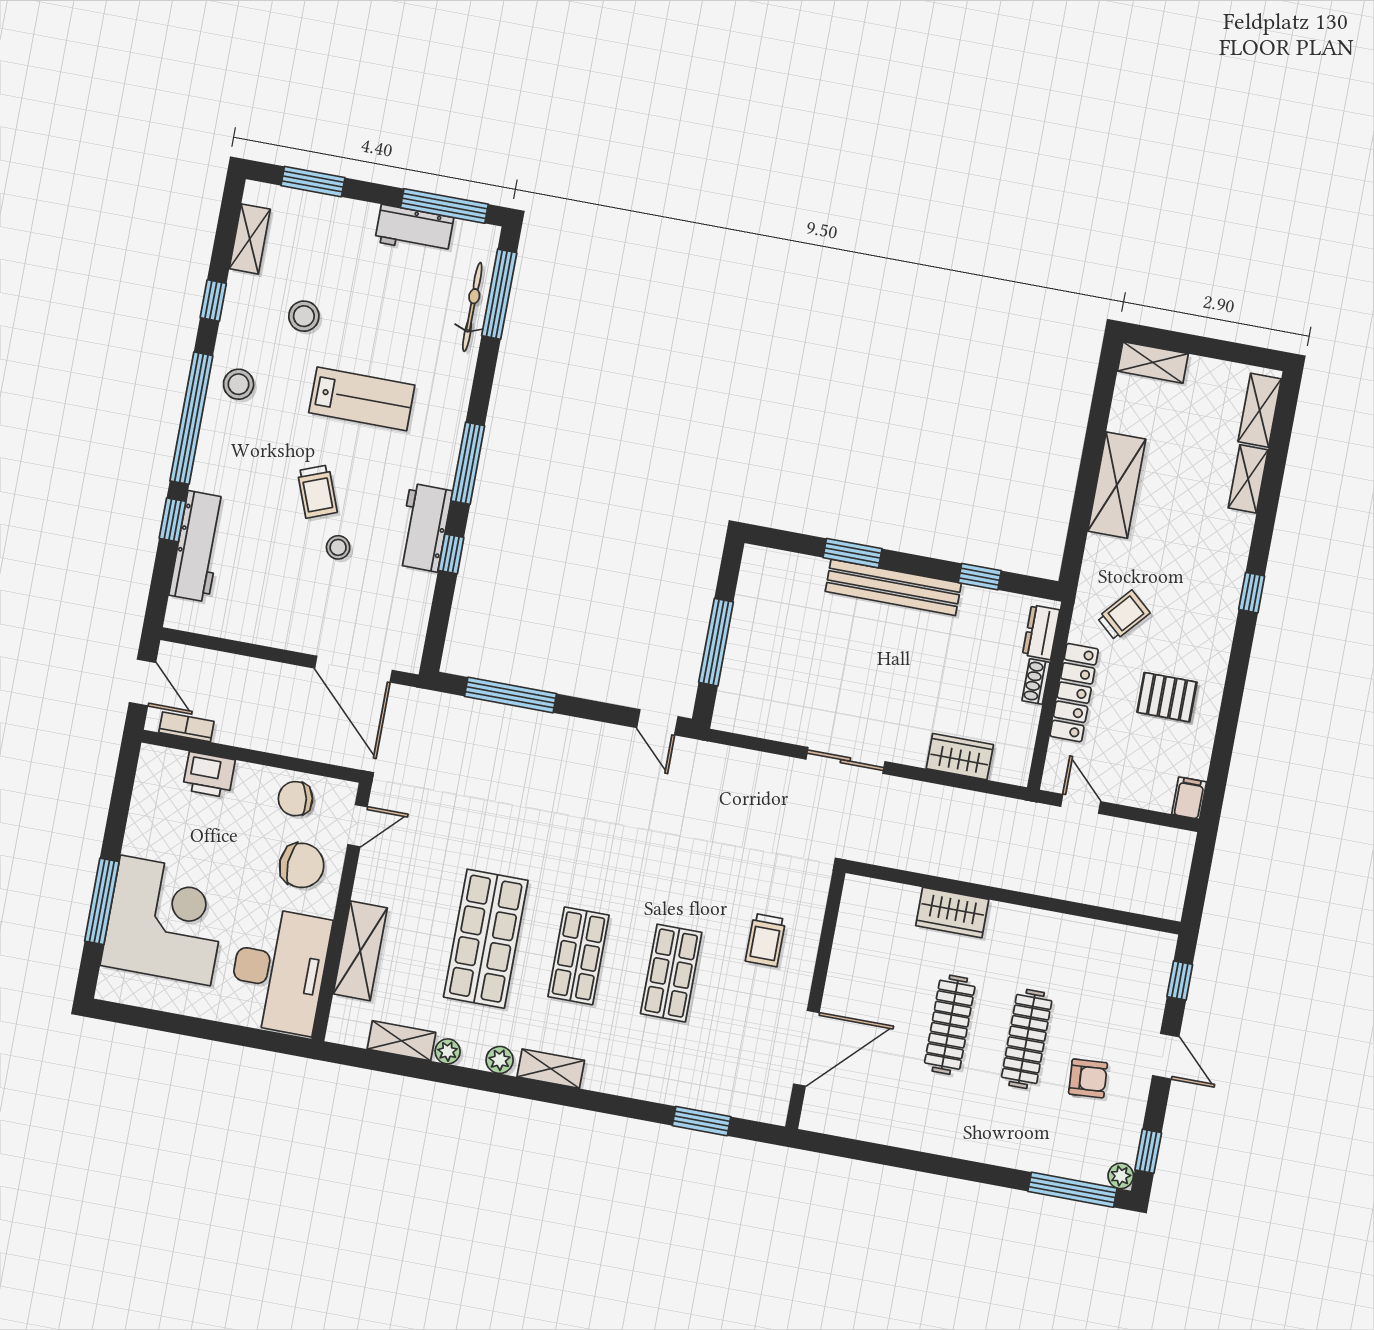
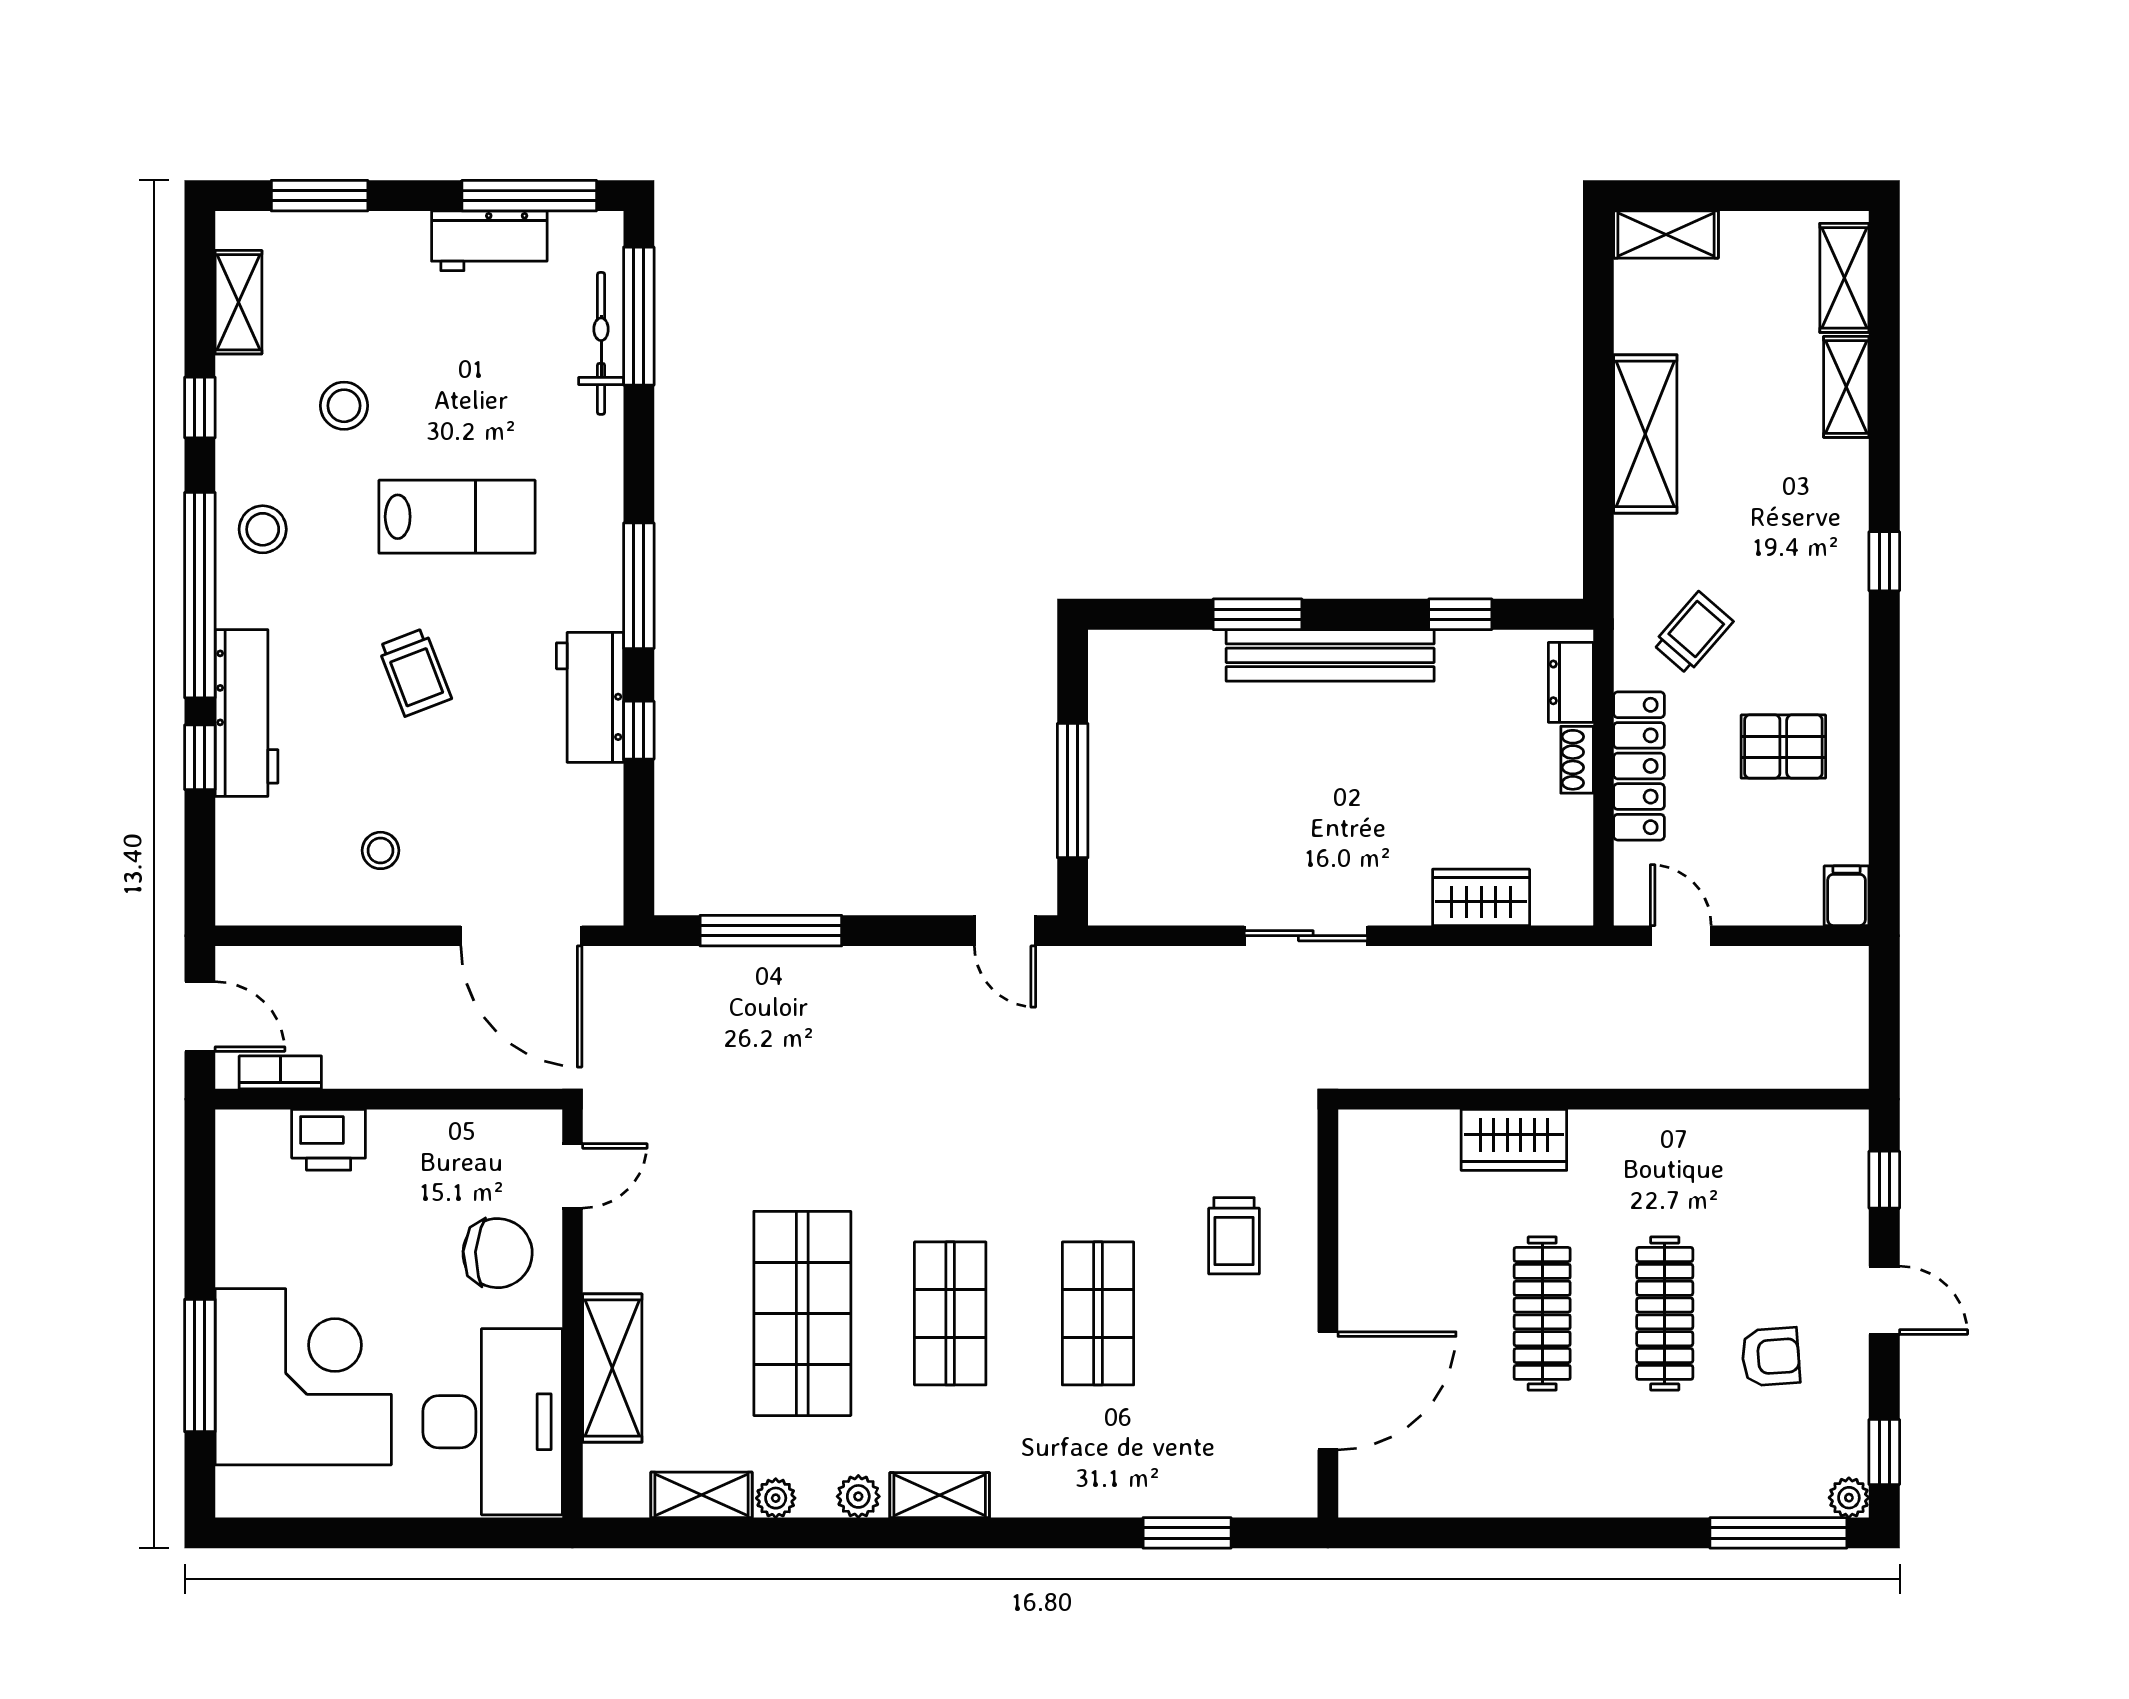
workbench: (198, 546) -> (247, 713), moved
stool: (338, 547) -> (381, 850), moved
chair: (295, 799) -> (469, 1152), removed

